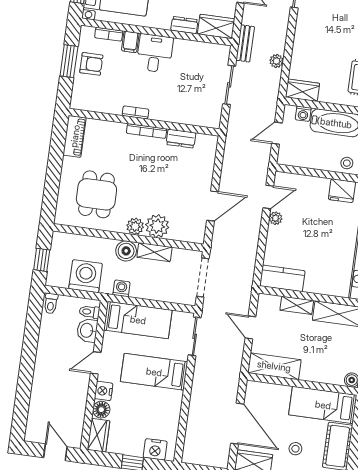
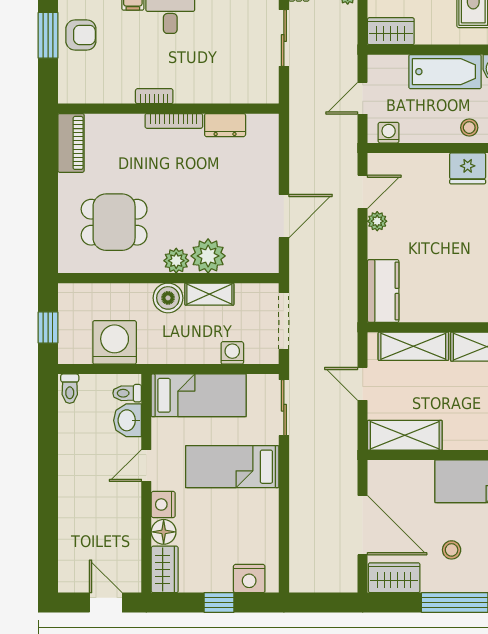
washing machine: (303, 114) -> (389, 133), moved, turned 180
dining table: (96, 194) -> (114, 222), turned 90
kitchen counter: (282, 278) -> (383, 291), moved, turned 90
washing machine: (121, 288) -> (232, 353), moved
shelving: (297, 305) -> (413, 346), width x1.50, depth x1.33

